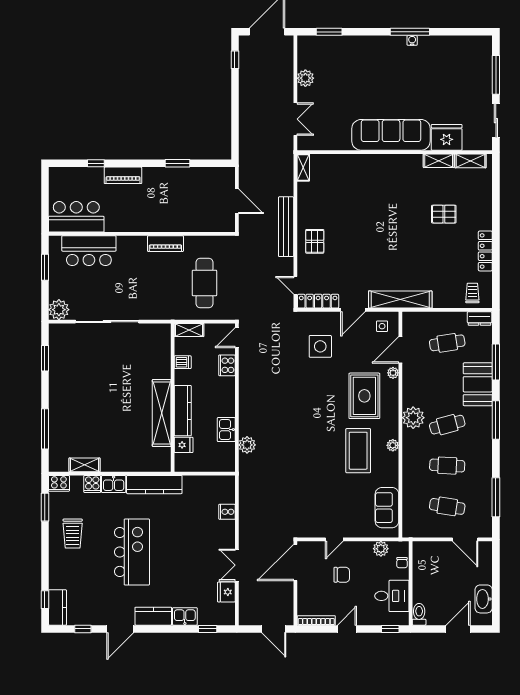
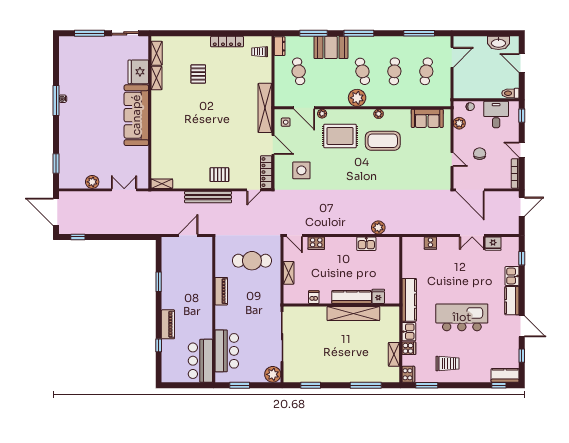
dishwasher: (183, 362) -> (314, 297), moved
wall: (173, 398) -> (341, 305), moved
kitchen counter: (183, 411) -> (352, 297), moved
shelving: (162, 413) -> (353, 314), moved
fridge: (184, 445) -> (378, 296), moved

